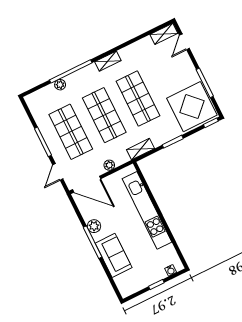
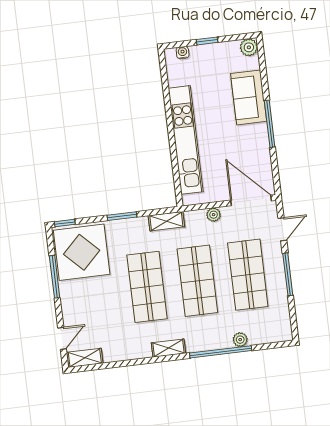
plant: (94, 226) -> (249, 47), moved

